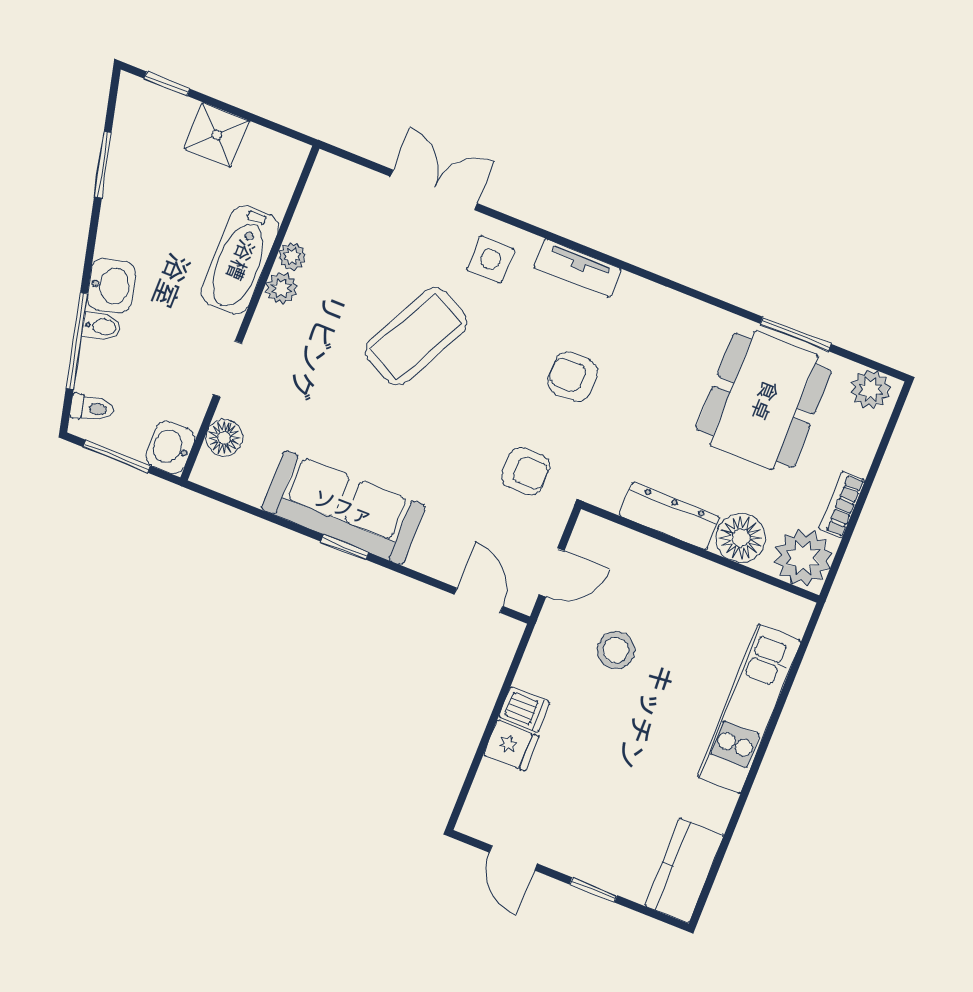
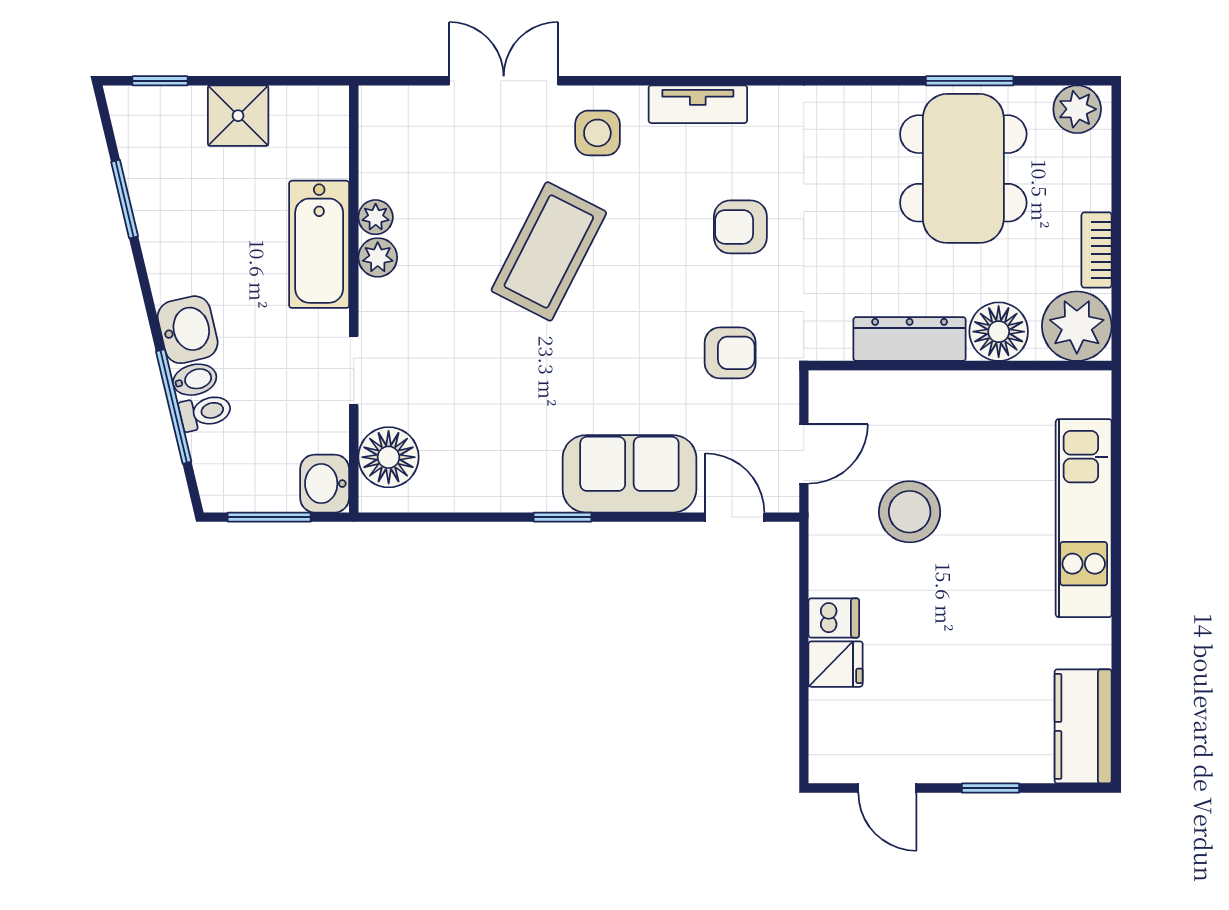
toilet: (92, 408) -> (205, 412), moved
floor lamp: (224, 438) -> (389, 457), width x1.38, depth x1.38
sofa: (343, 508) -> (629, 474), moved, width x0.73
stool: (616, 650) -> (910, 512), width x1.38, depth x1.38

